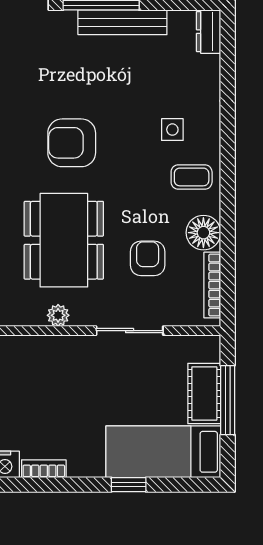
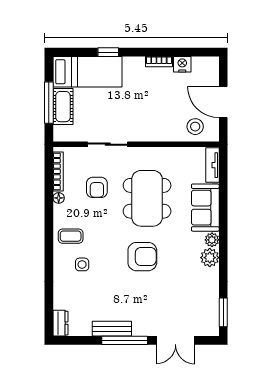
bench: (122, 22) -> (112, 329), width x0.73
floor lamp: (203, 233) -> (59, 198), width x0.53, depth x0.53
plant: (58, 315) -> (150, 153), removed

